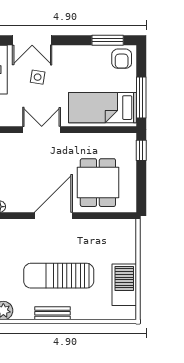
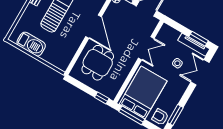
bed: (102, 108) -> (143, 92), width x1.50
dining table: (98, 183) -> (98, 63), turned 90

